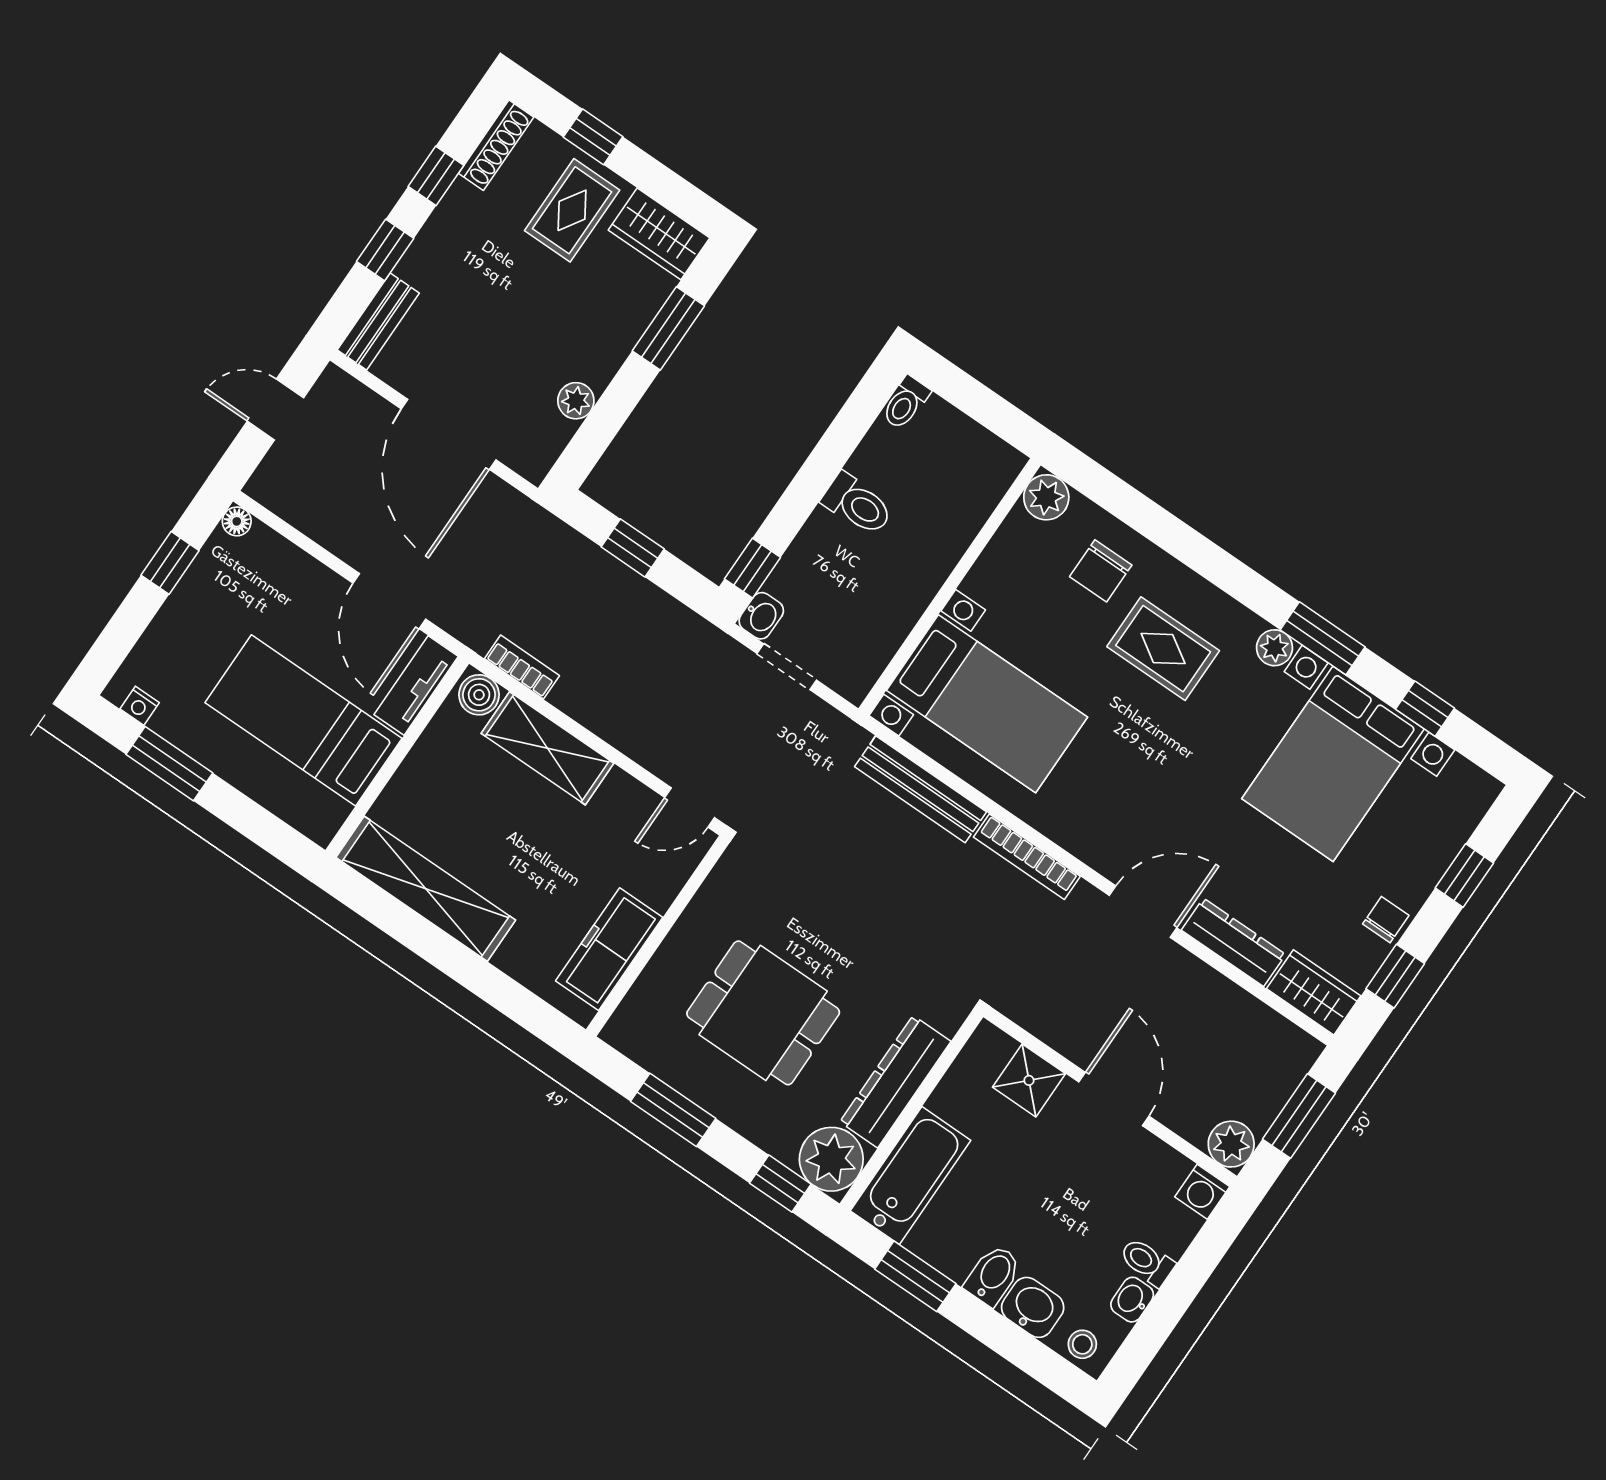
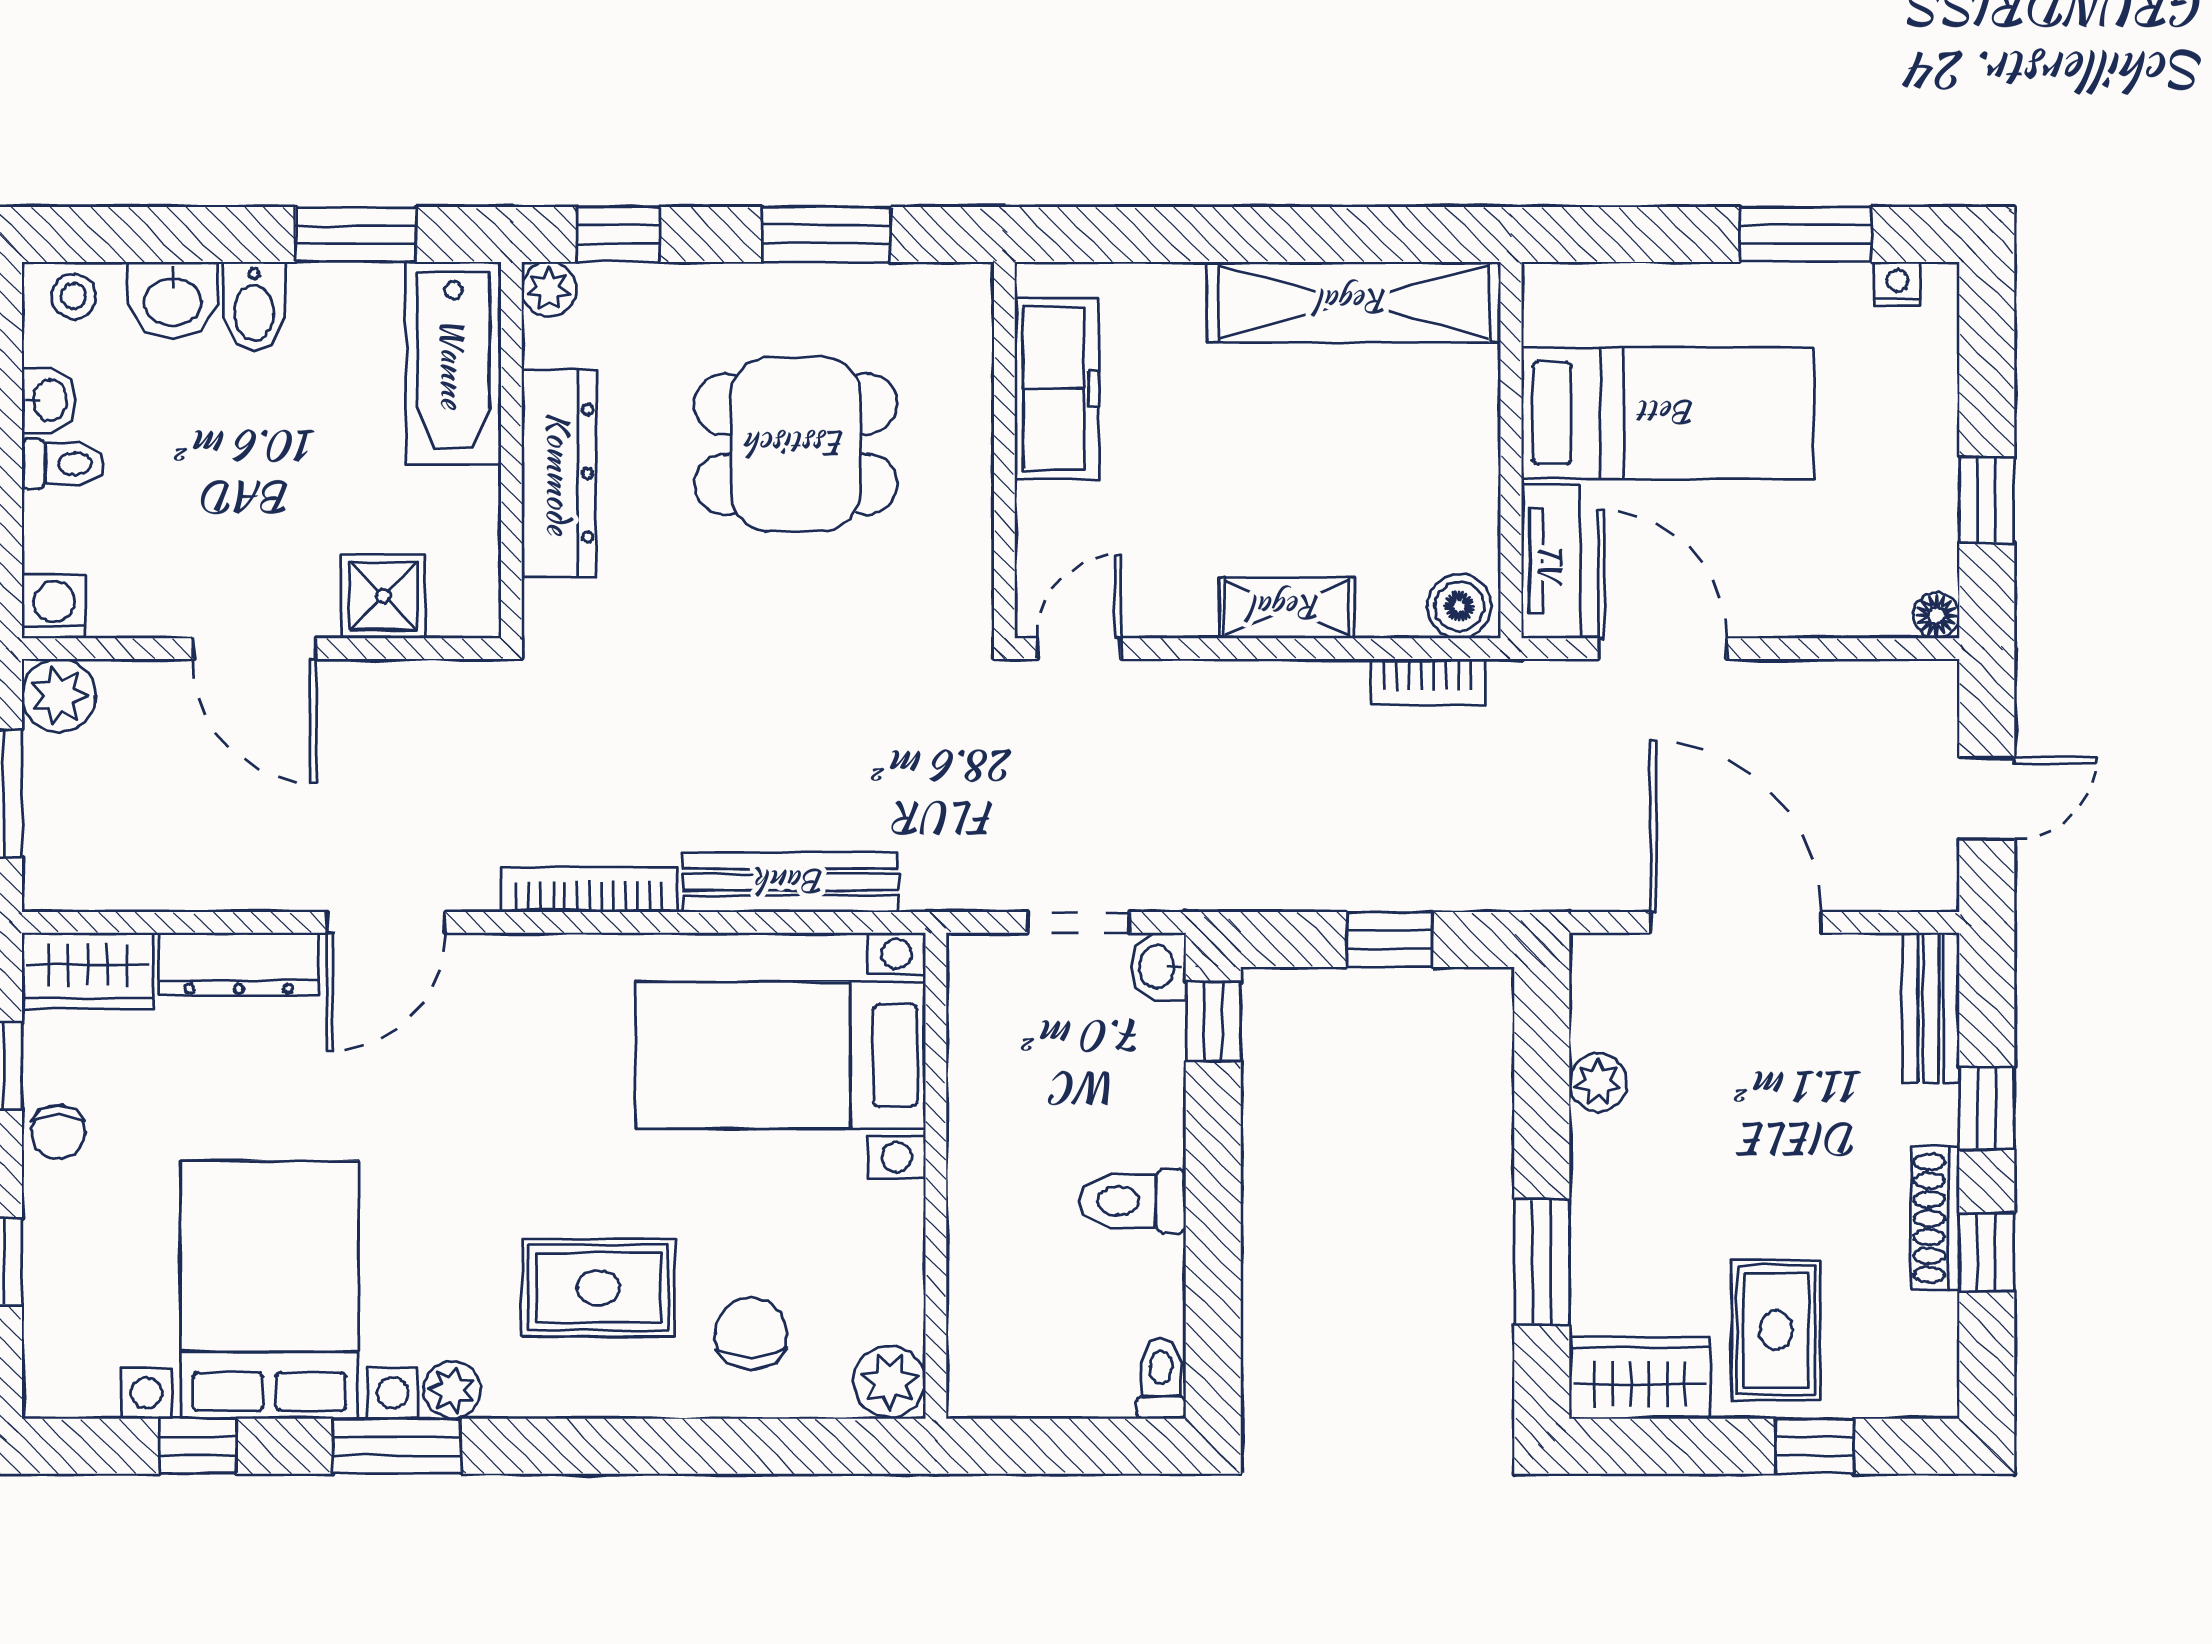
shoe rack: (496, 145) -> (1935, 1218), moved
shelving: (547, 748) -> (1287, 608), width x0.67, depth x0.75
plant: (831, 1159) -> (549, 289), width x0.53, depth x0.53

